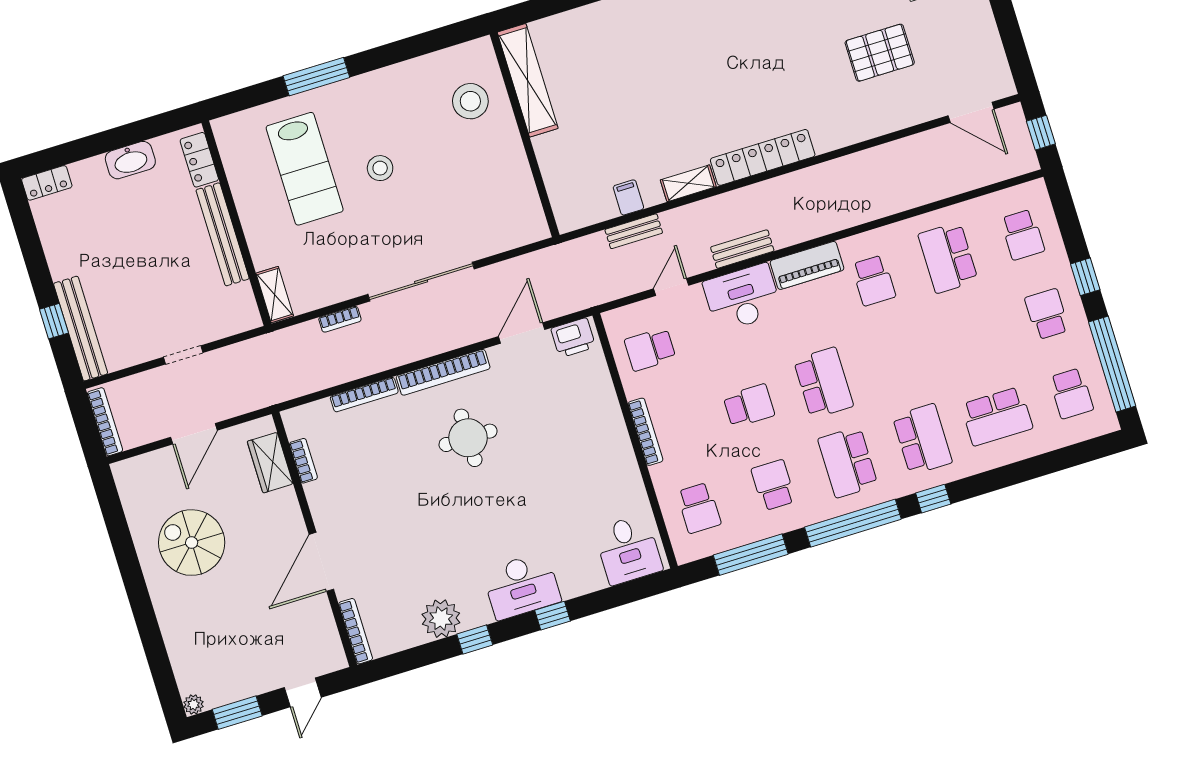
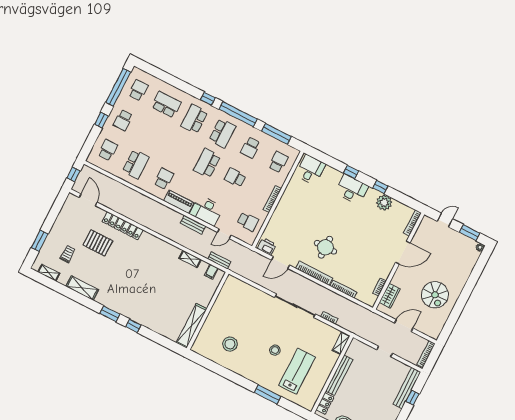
shelving: (528, 80) -> (191, 326), moved
wall: (525, 135) -> (208, 311), moved
locker: (763, 157) -> (122, 226), moved

